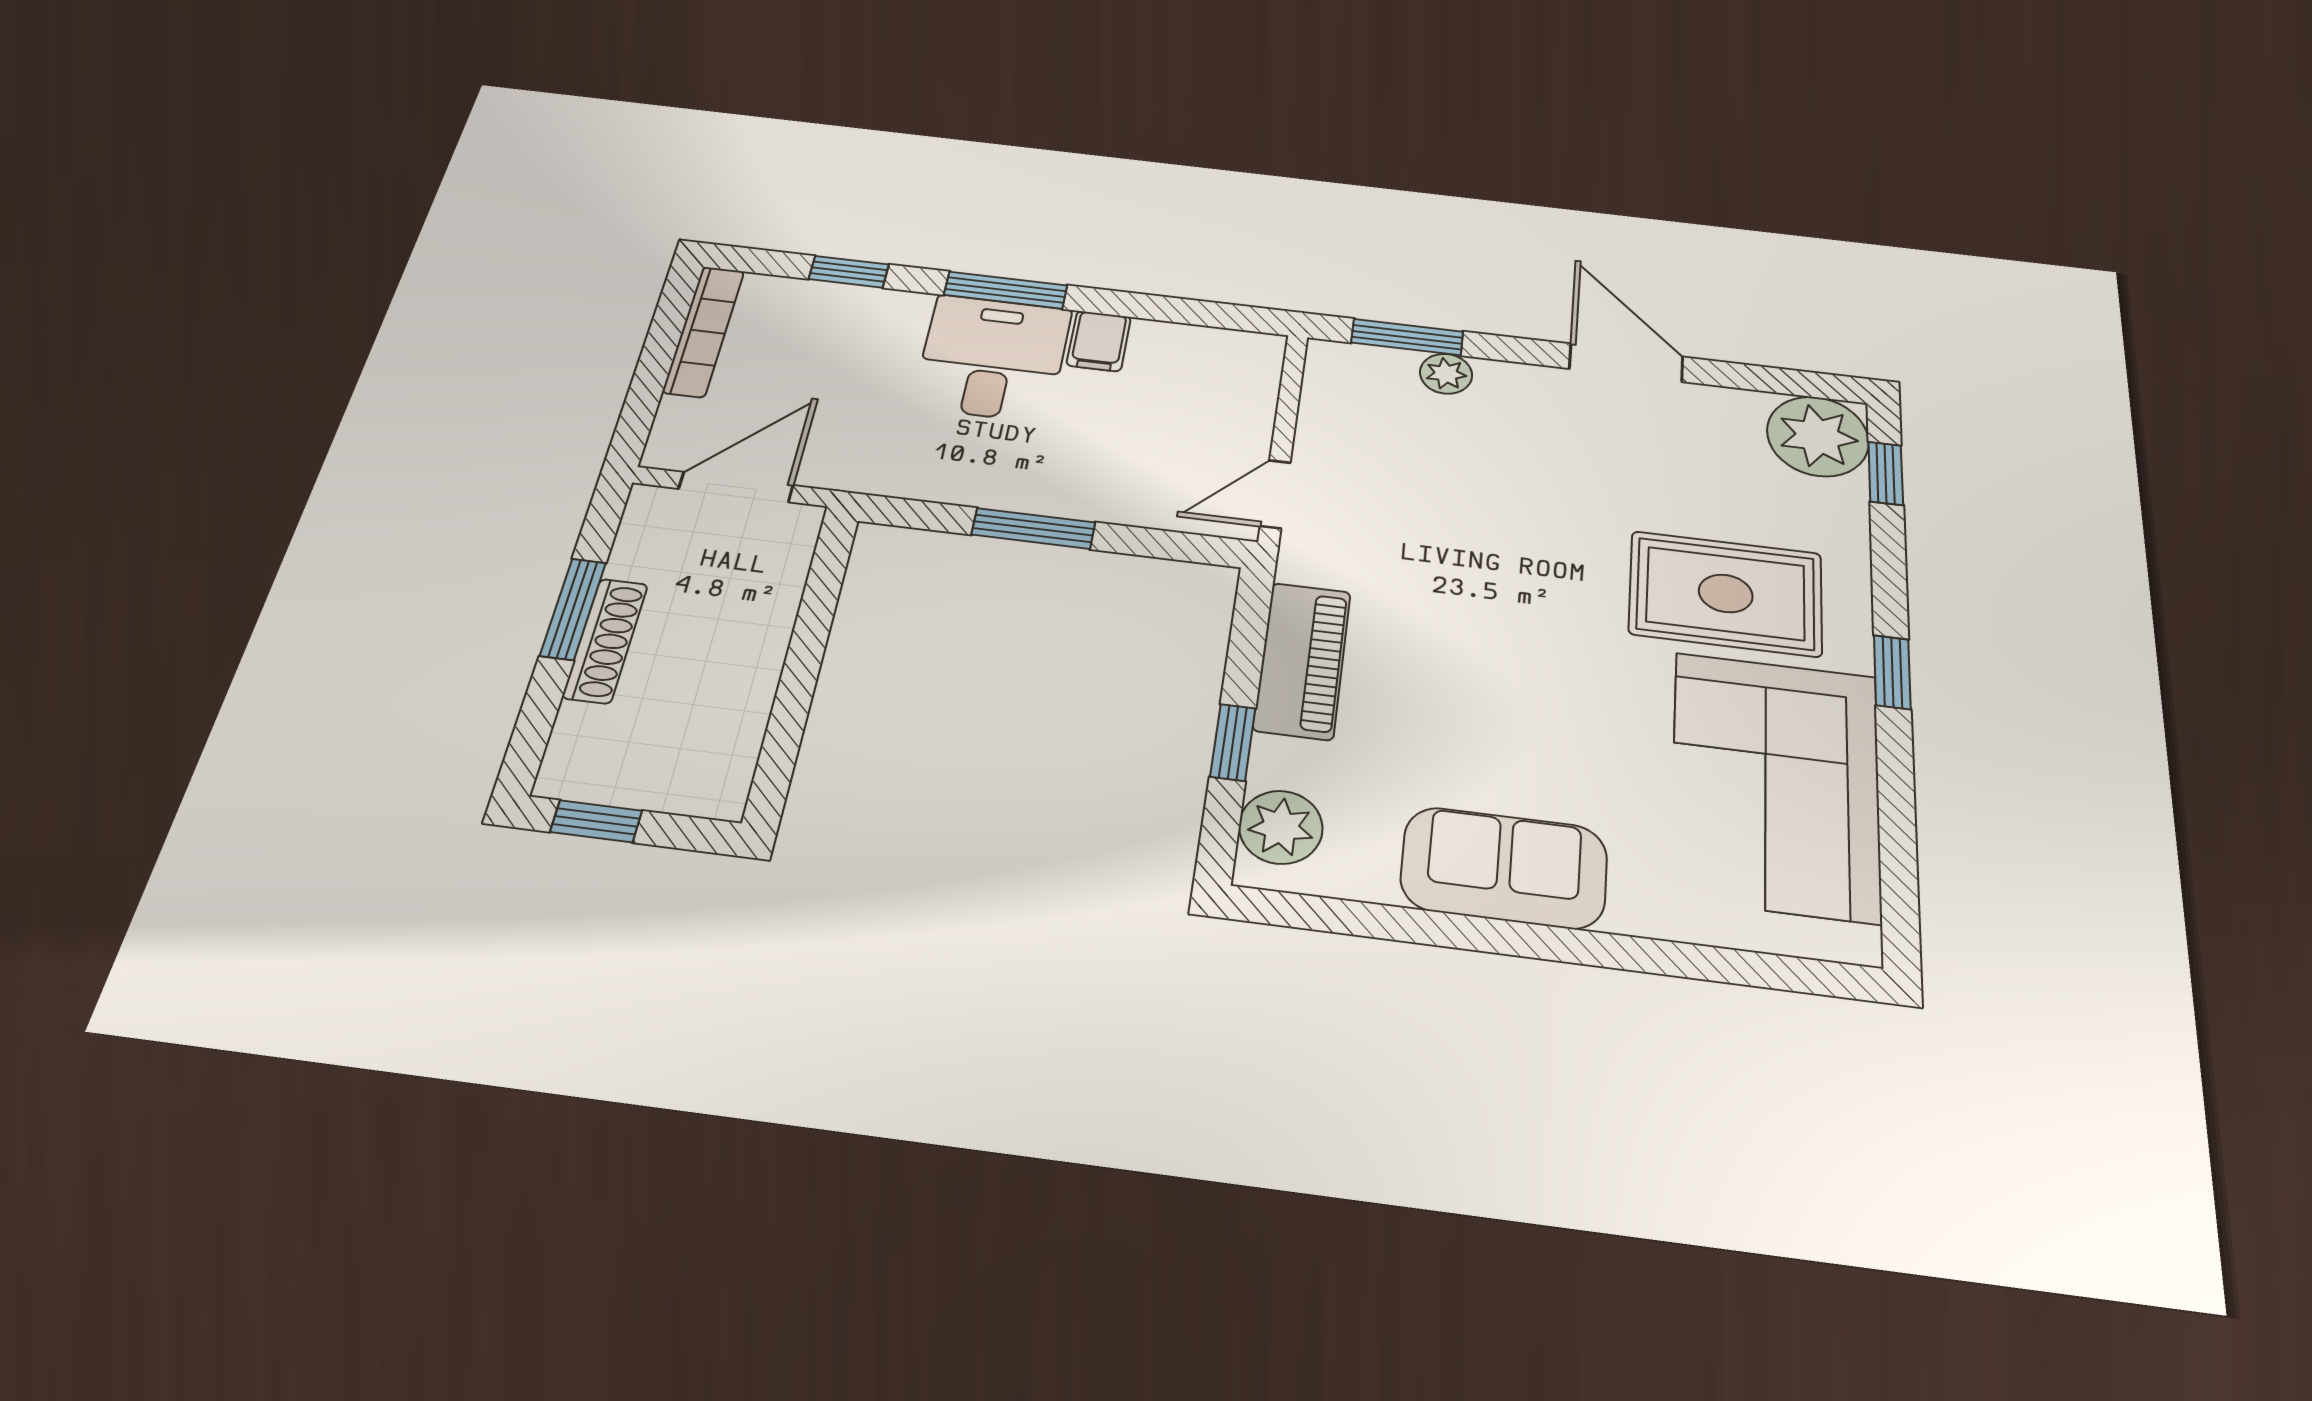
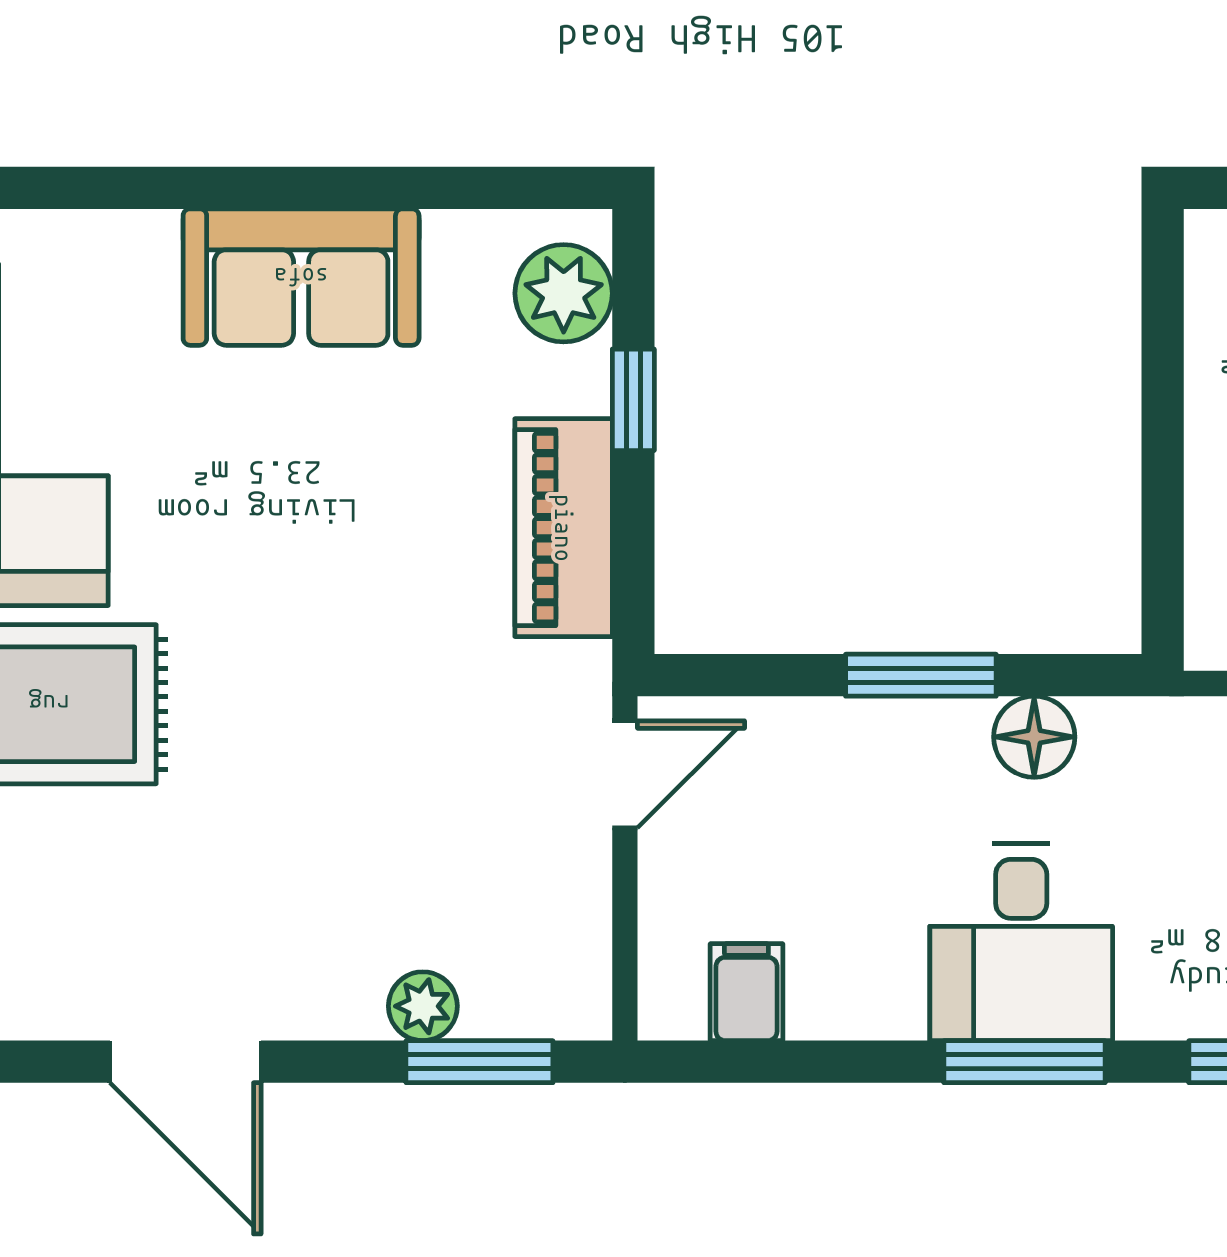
filing cabinet: (1099, 341) -> (746, 992), moved
floor lamp: (954, 479) -> (1034, 737), added

